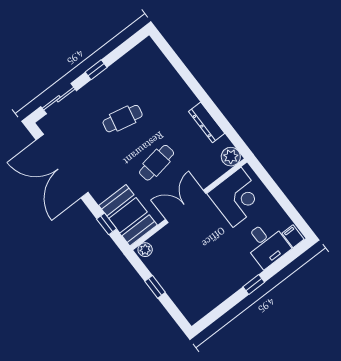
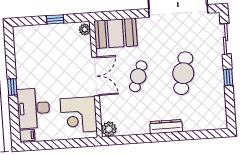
cafe table: (123, 119) -> (183, 73), width x1.37, depth x1.35
dresser: (207, 122) -> (166, 127), moved
cafe table: (157, 163) -> (138, 76), turned 30
window: (107, 224) -> (119, 15), removed
desk: (266, 244) -> (33, 108), width x1.37

